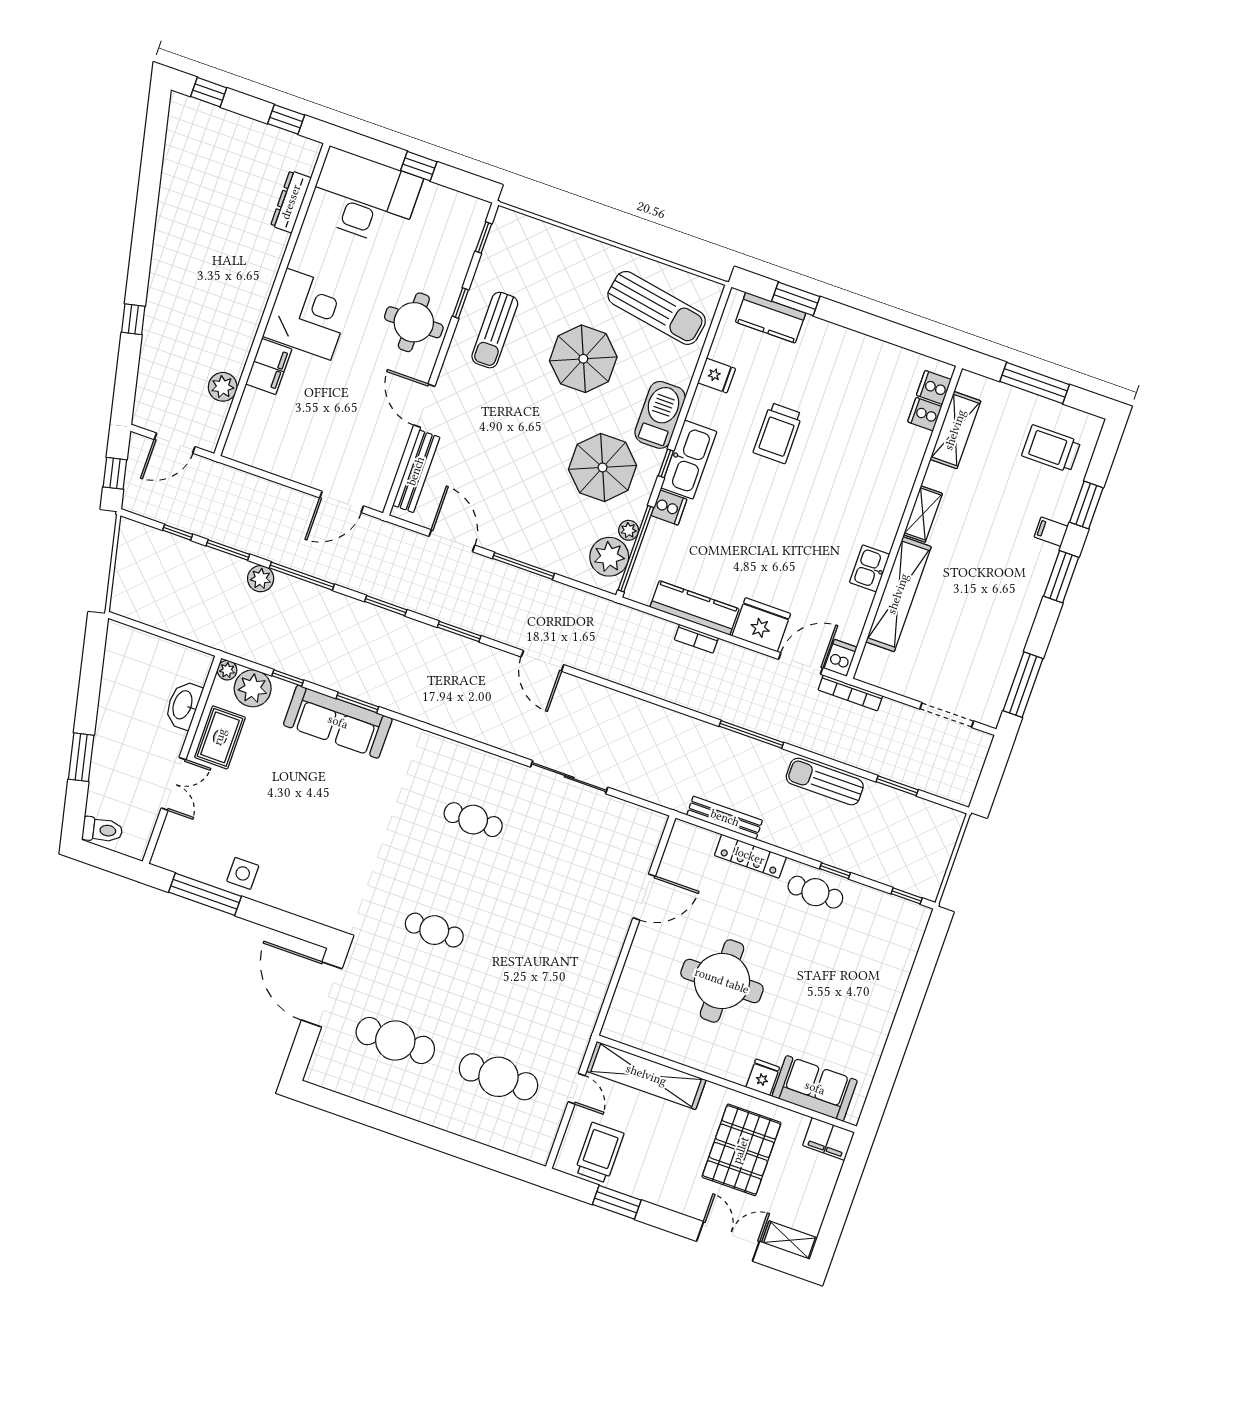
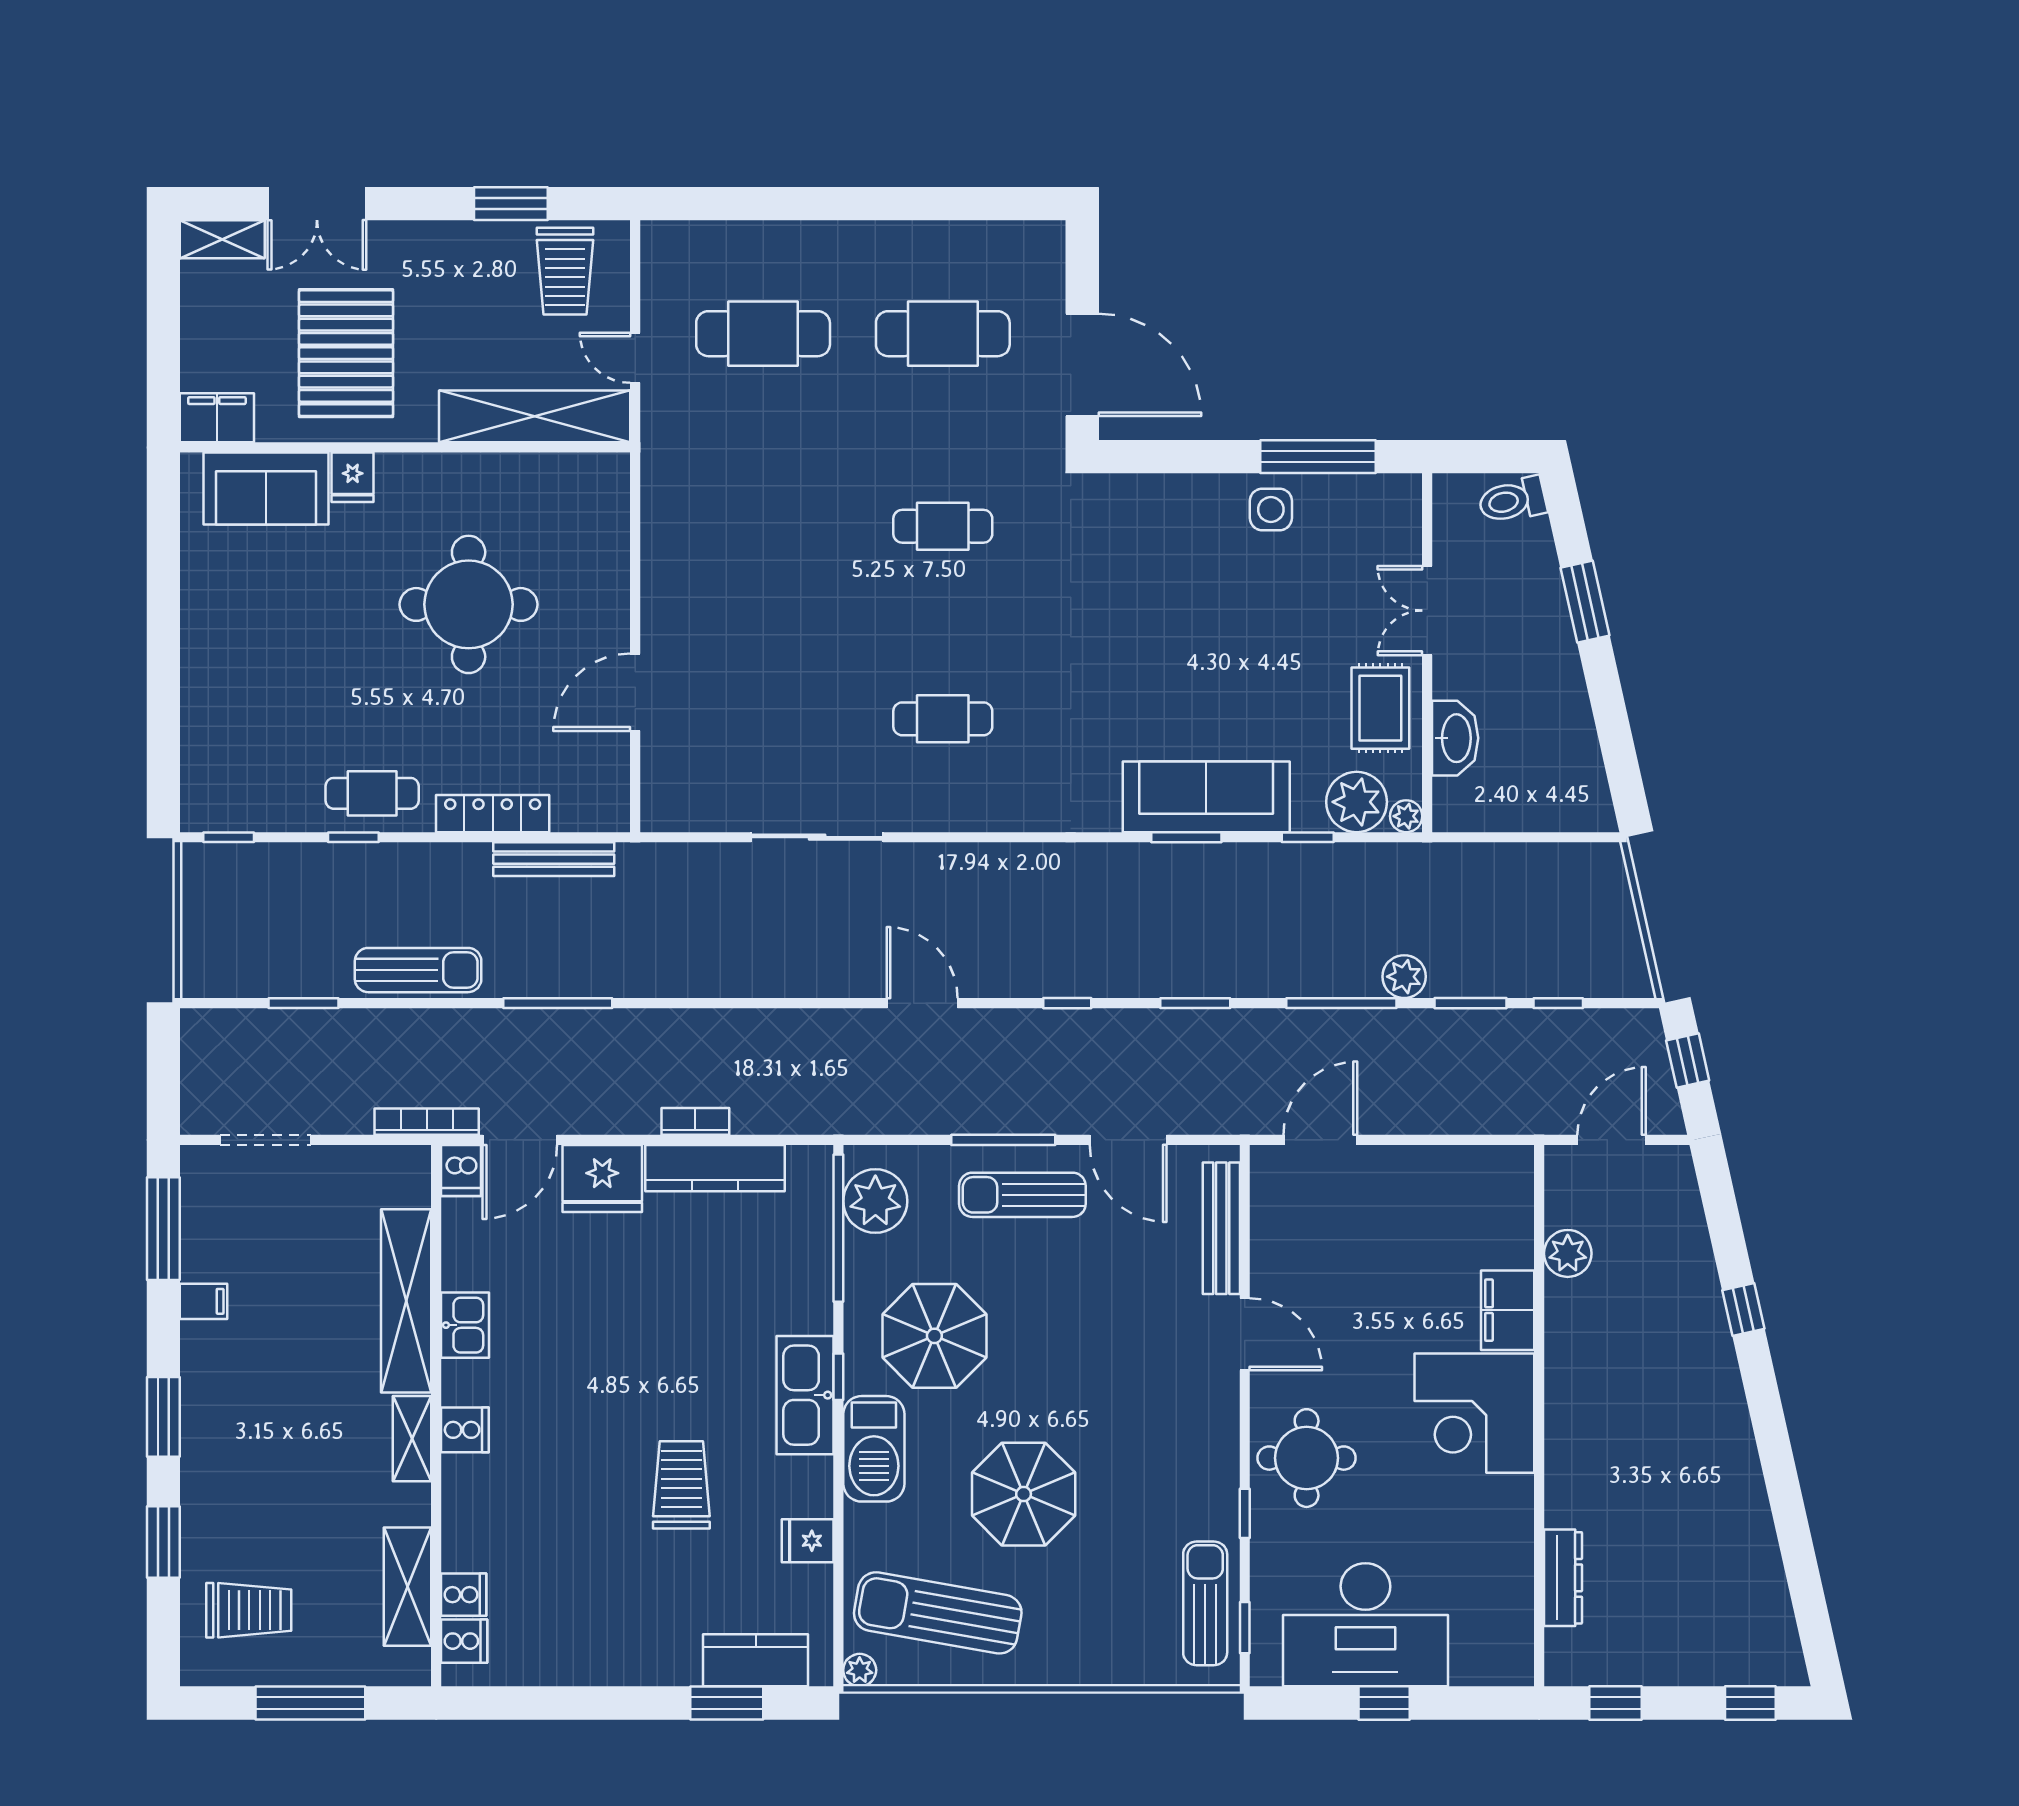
desk: (364, 197) -> (1365, 1625), moved
sun lounger: (495, 330) -> (1205, 1603), moved
cooker: (669, 507) -> (465, 1430), moved, turned 180
plant: (629, 530) -> (860, 1670), moved
sun lounger: (524, 531) -> (1022, 1195), added
filing cabinet: (1051, 532) -> (204, 1301), moved
window: (459, 631) -> (1067, 1003), width x0.67

